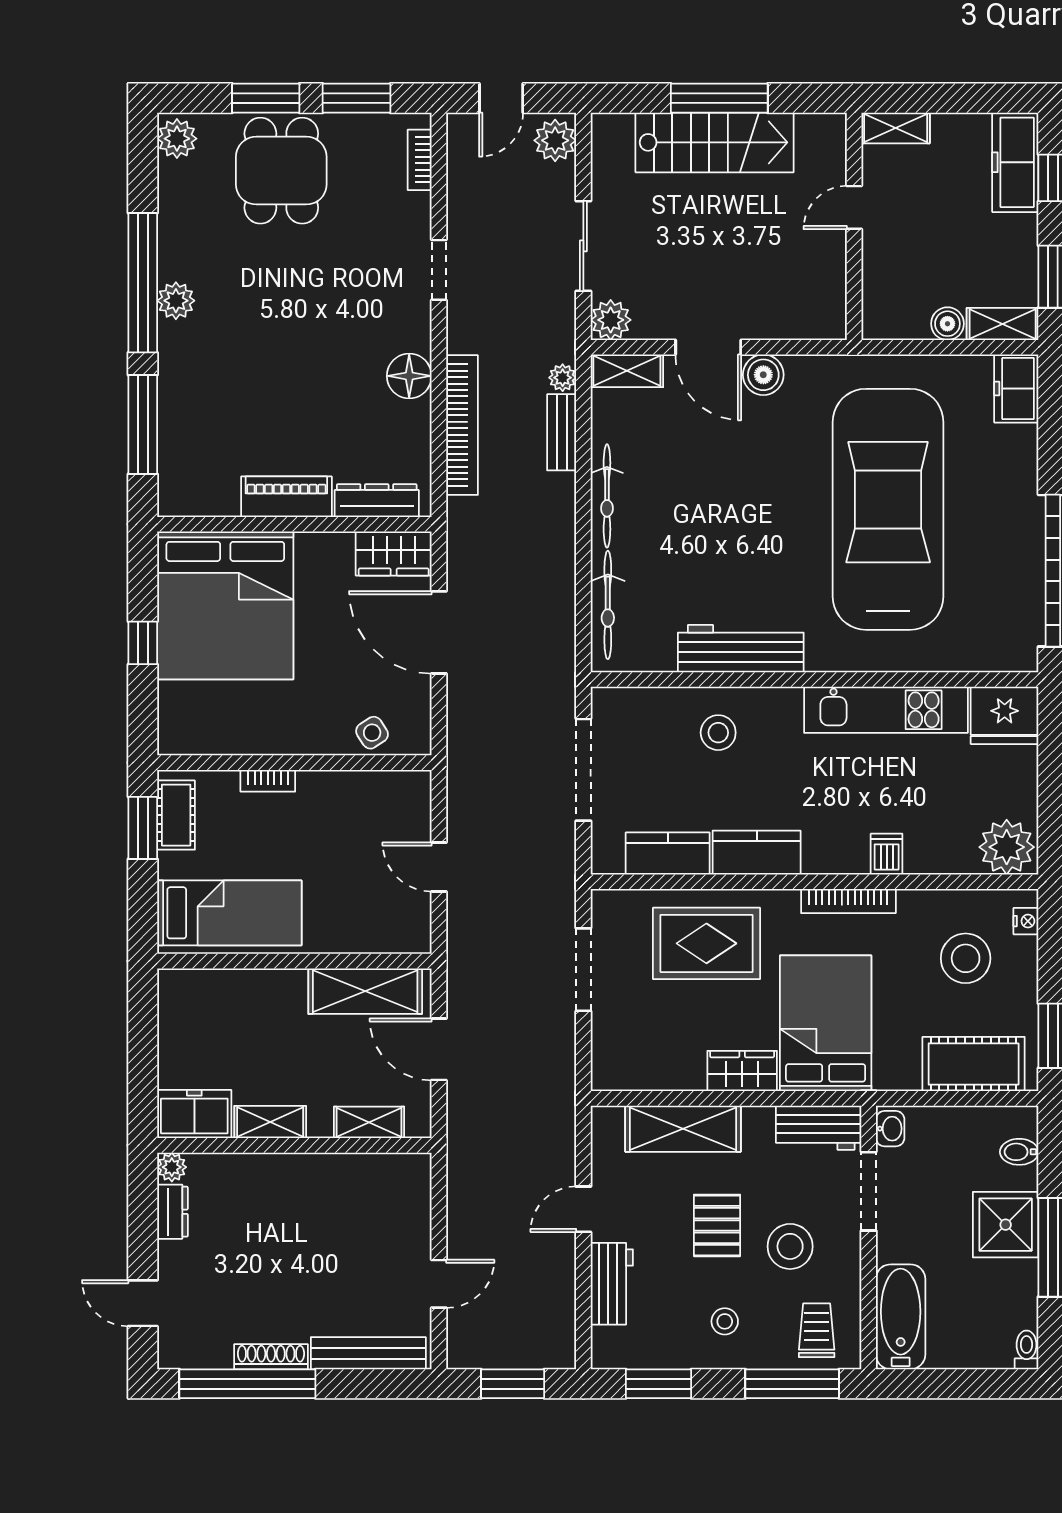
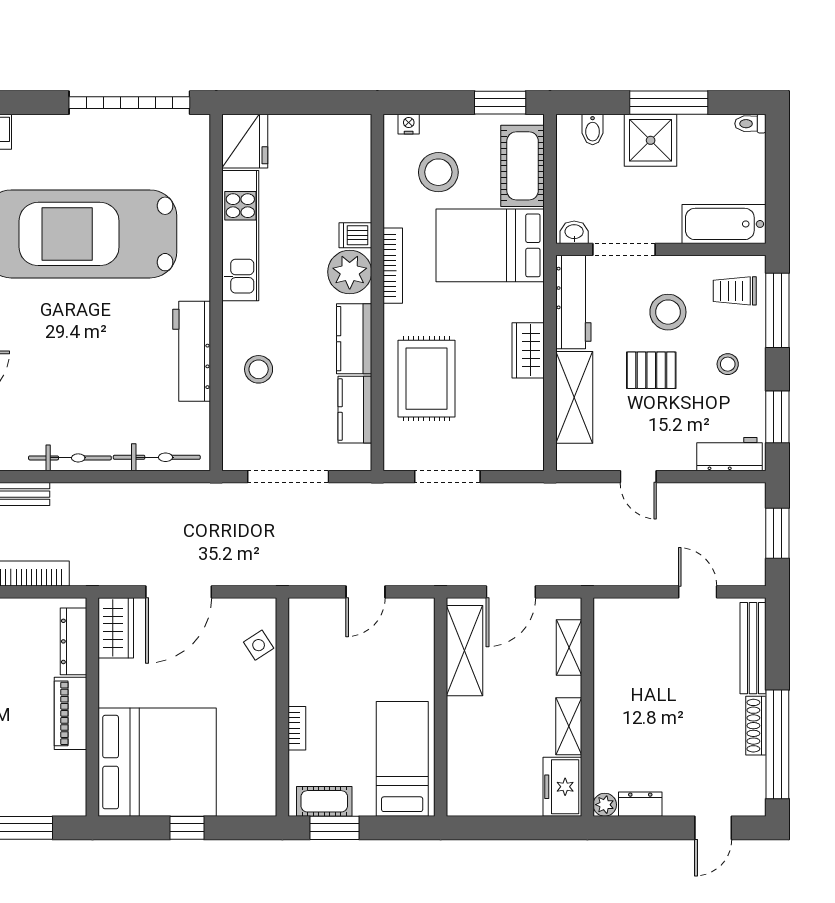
plant: (1007, 847) -> (350, 272), moved
bed: (826, 1023) -> (490, 245), moved
workbench: (819, 1128) -> (573, 302), width x1.38
workbench: (612, 1284) -> (729, 454), moved

